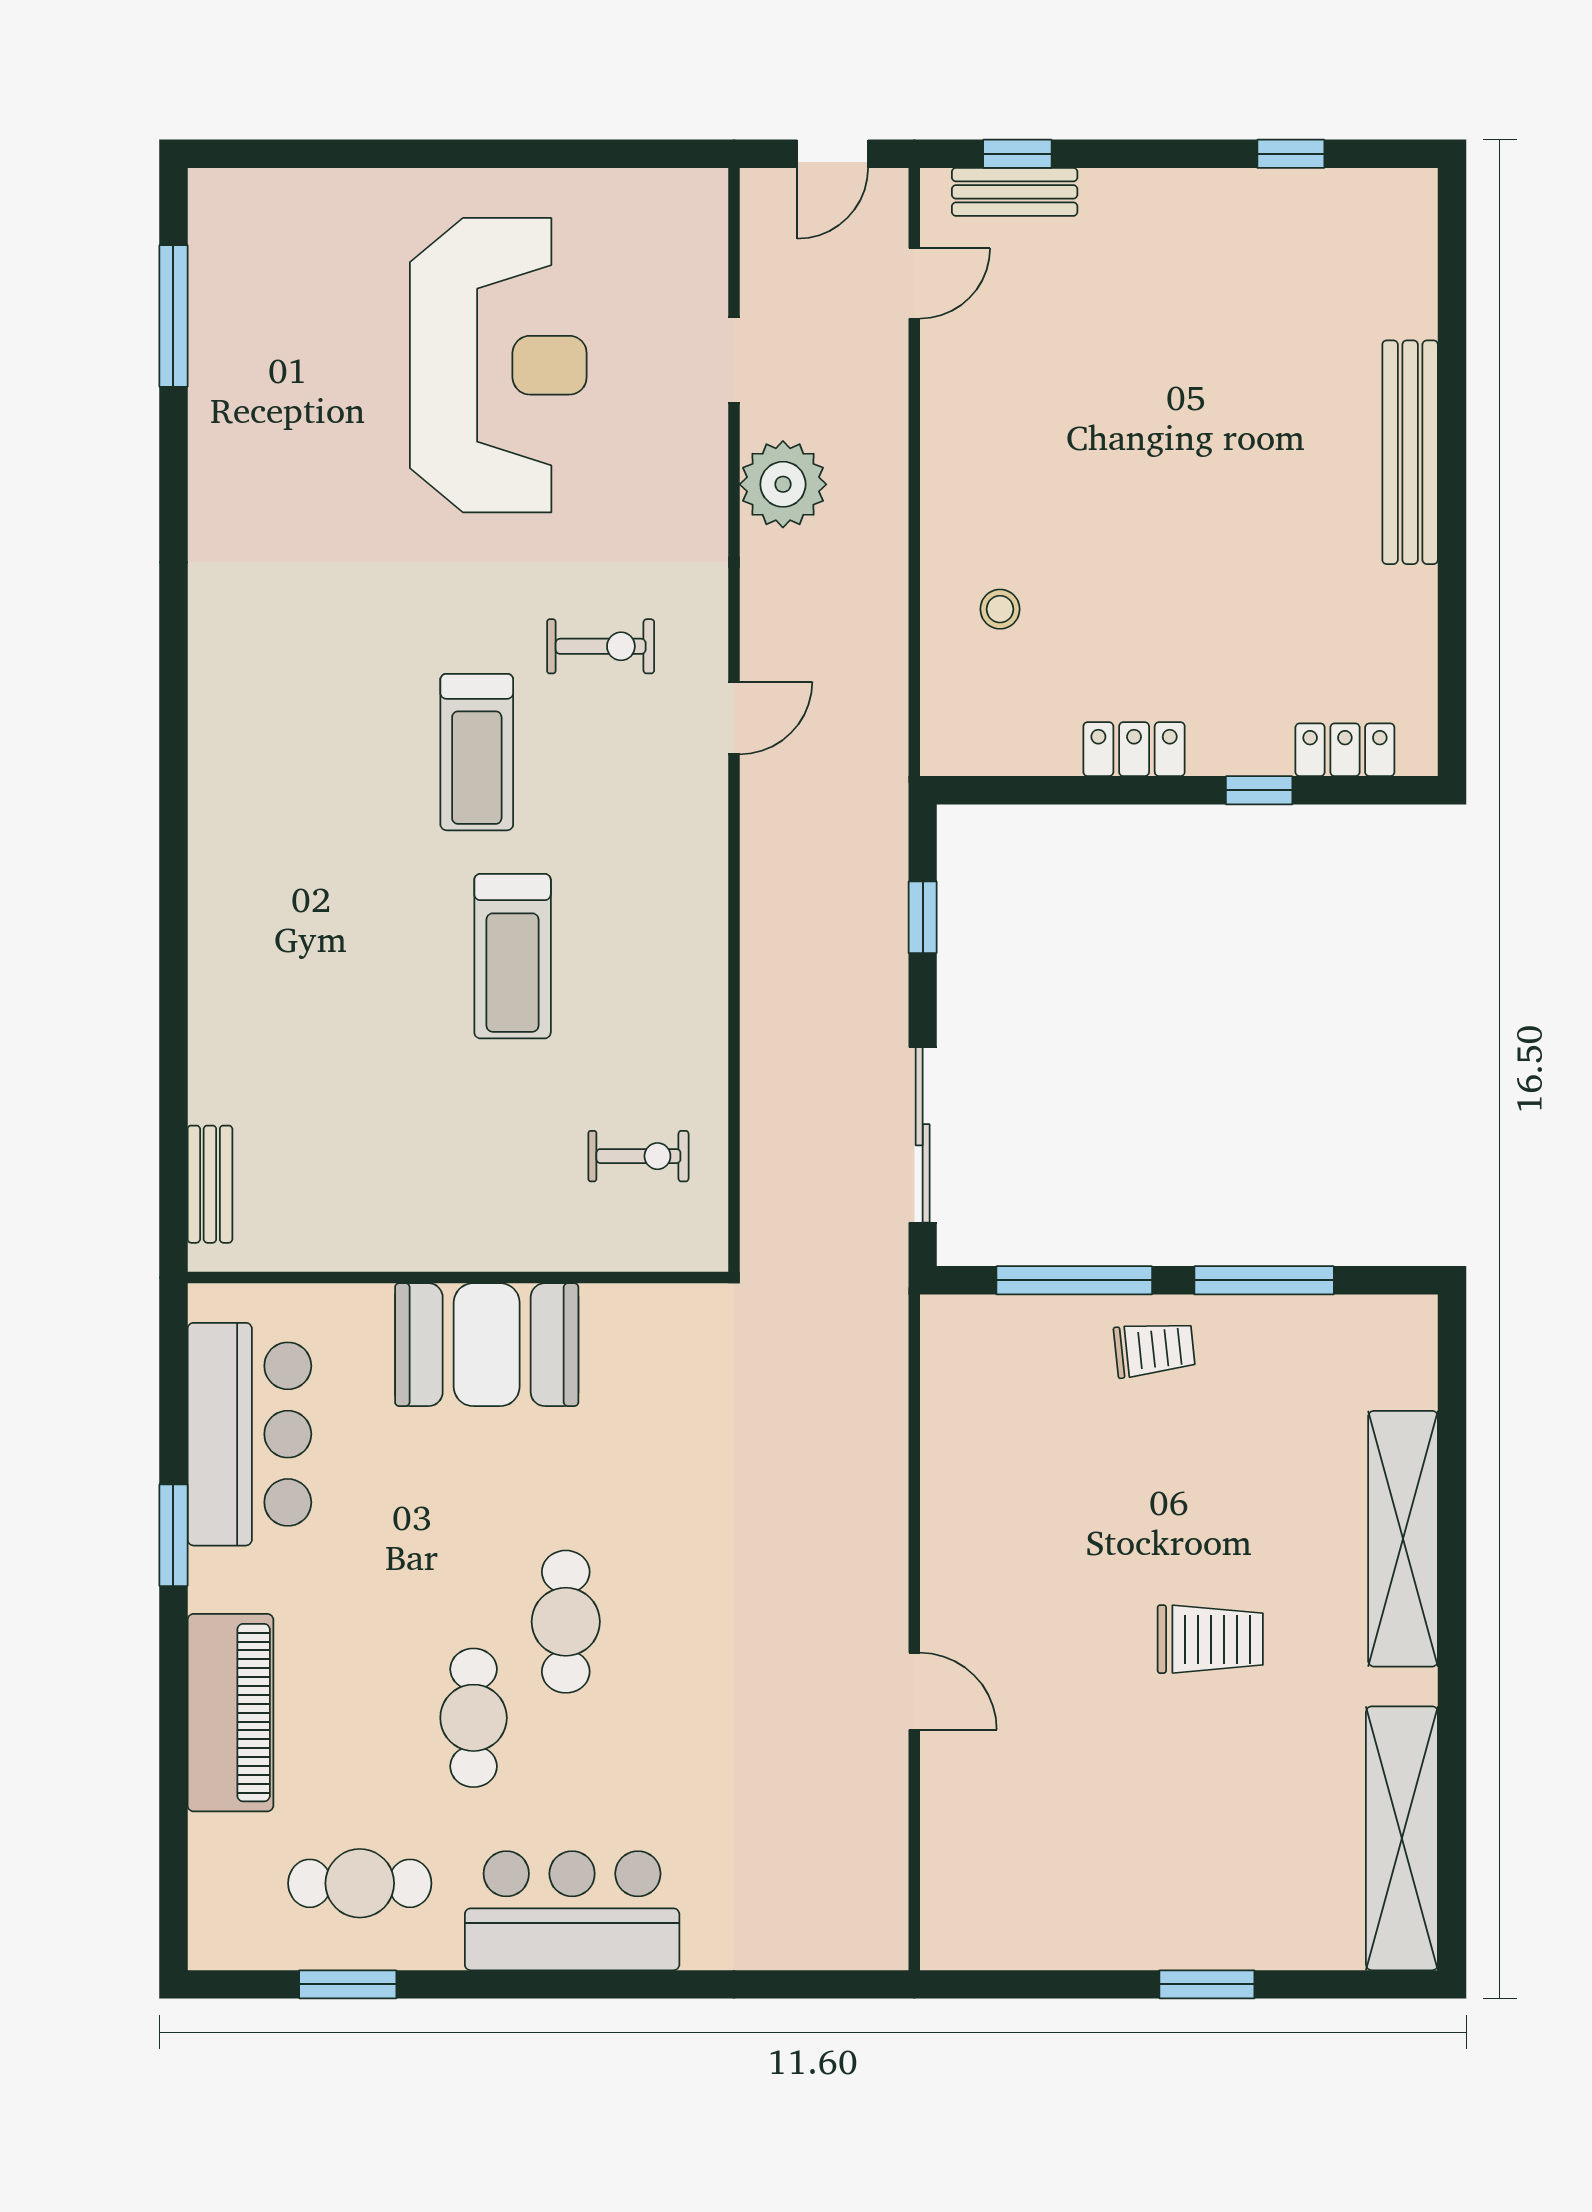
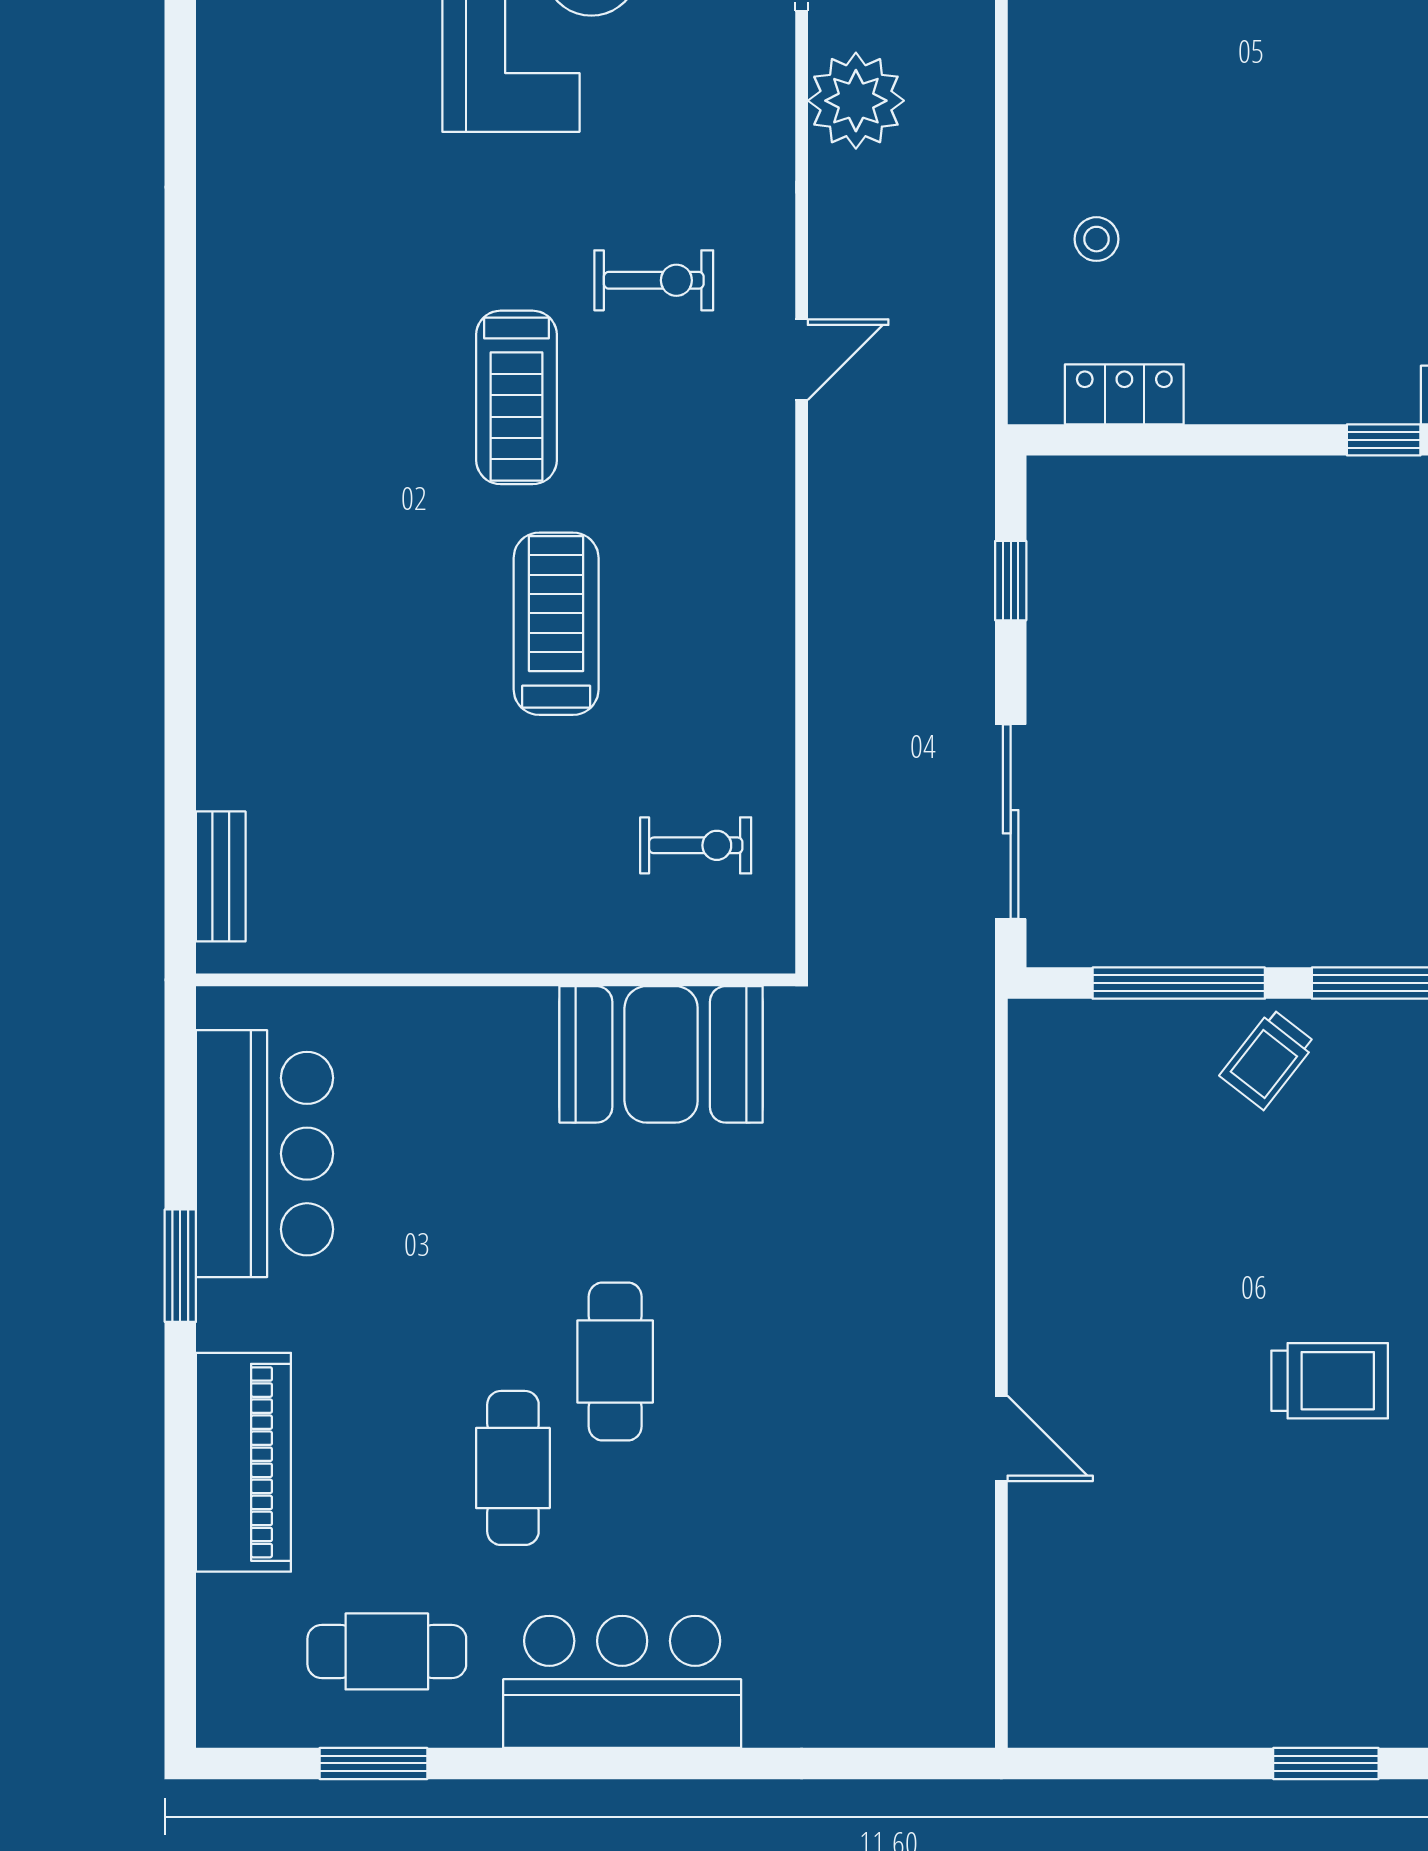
locker: (1134, 749) -> (1124, 394), moved
treadmill: (513, 956) -> (556, 624), turned 180
booth: (487, 1345) -> (661, 1054), moved
trolley: (1154, 1349) -> (1268, 1059), turned 134

